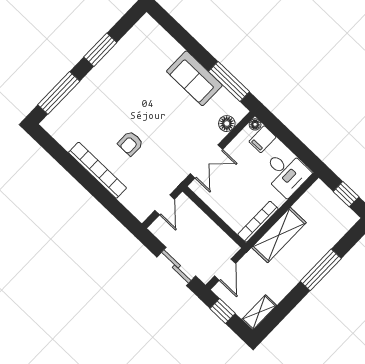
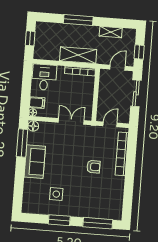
side table: (134, 72) -> (56, 194), added
floor lamp: (227, 124) -> (33, 126), moved
bookcase: (97, 170) -> (122, 154), moved
shelving: (259, 312) -> (111, 32), moved

